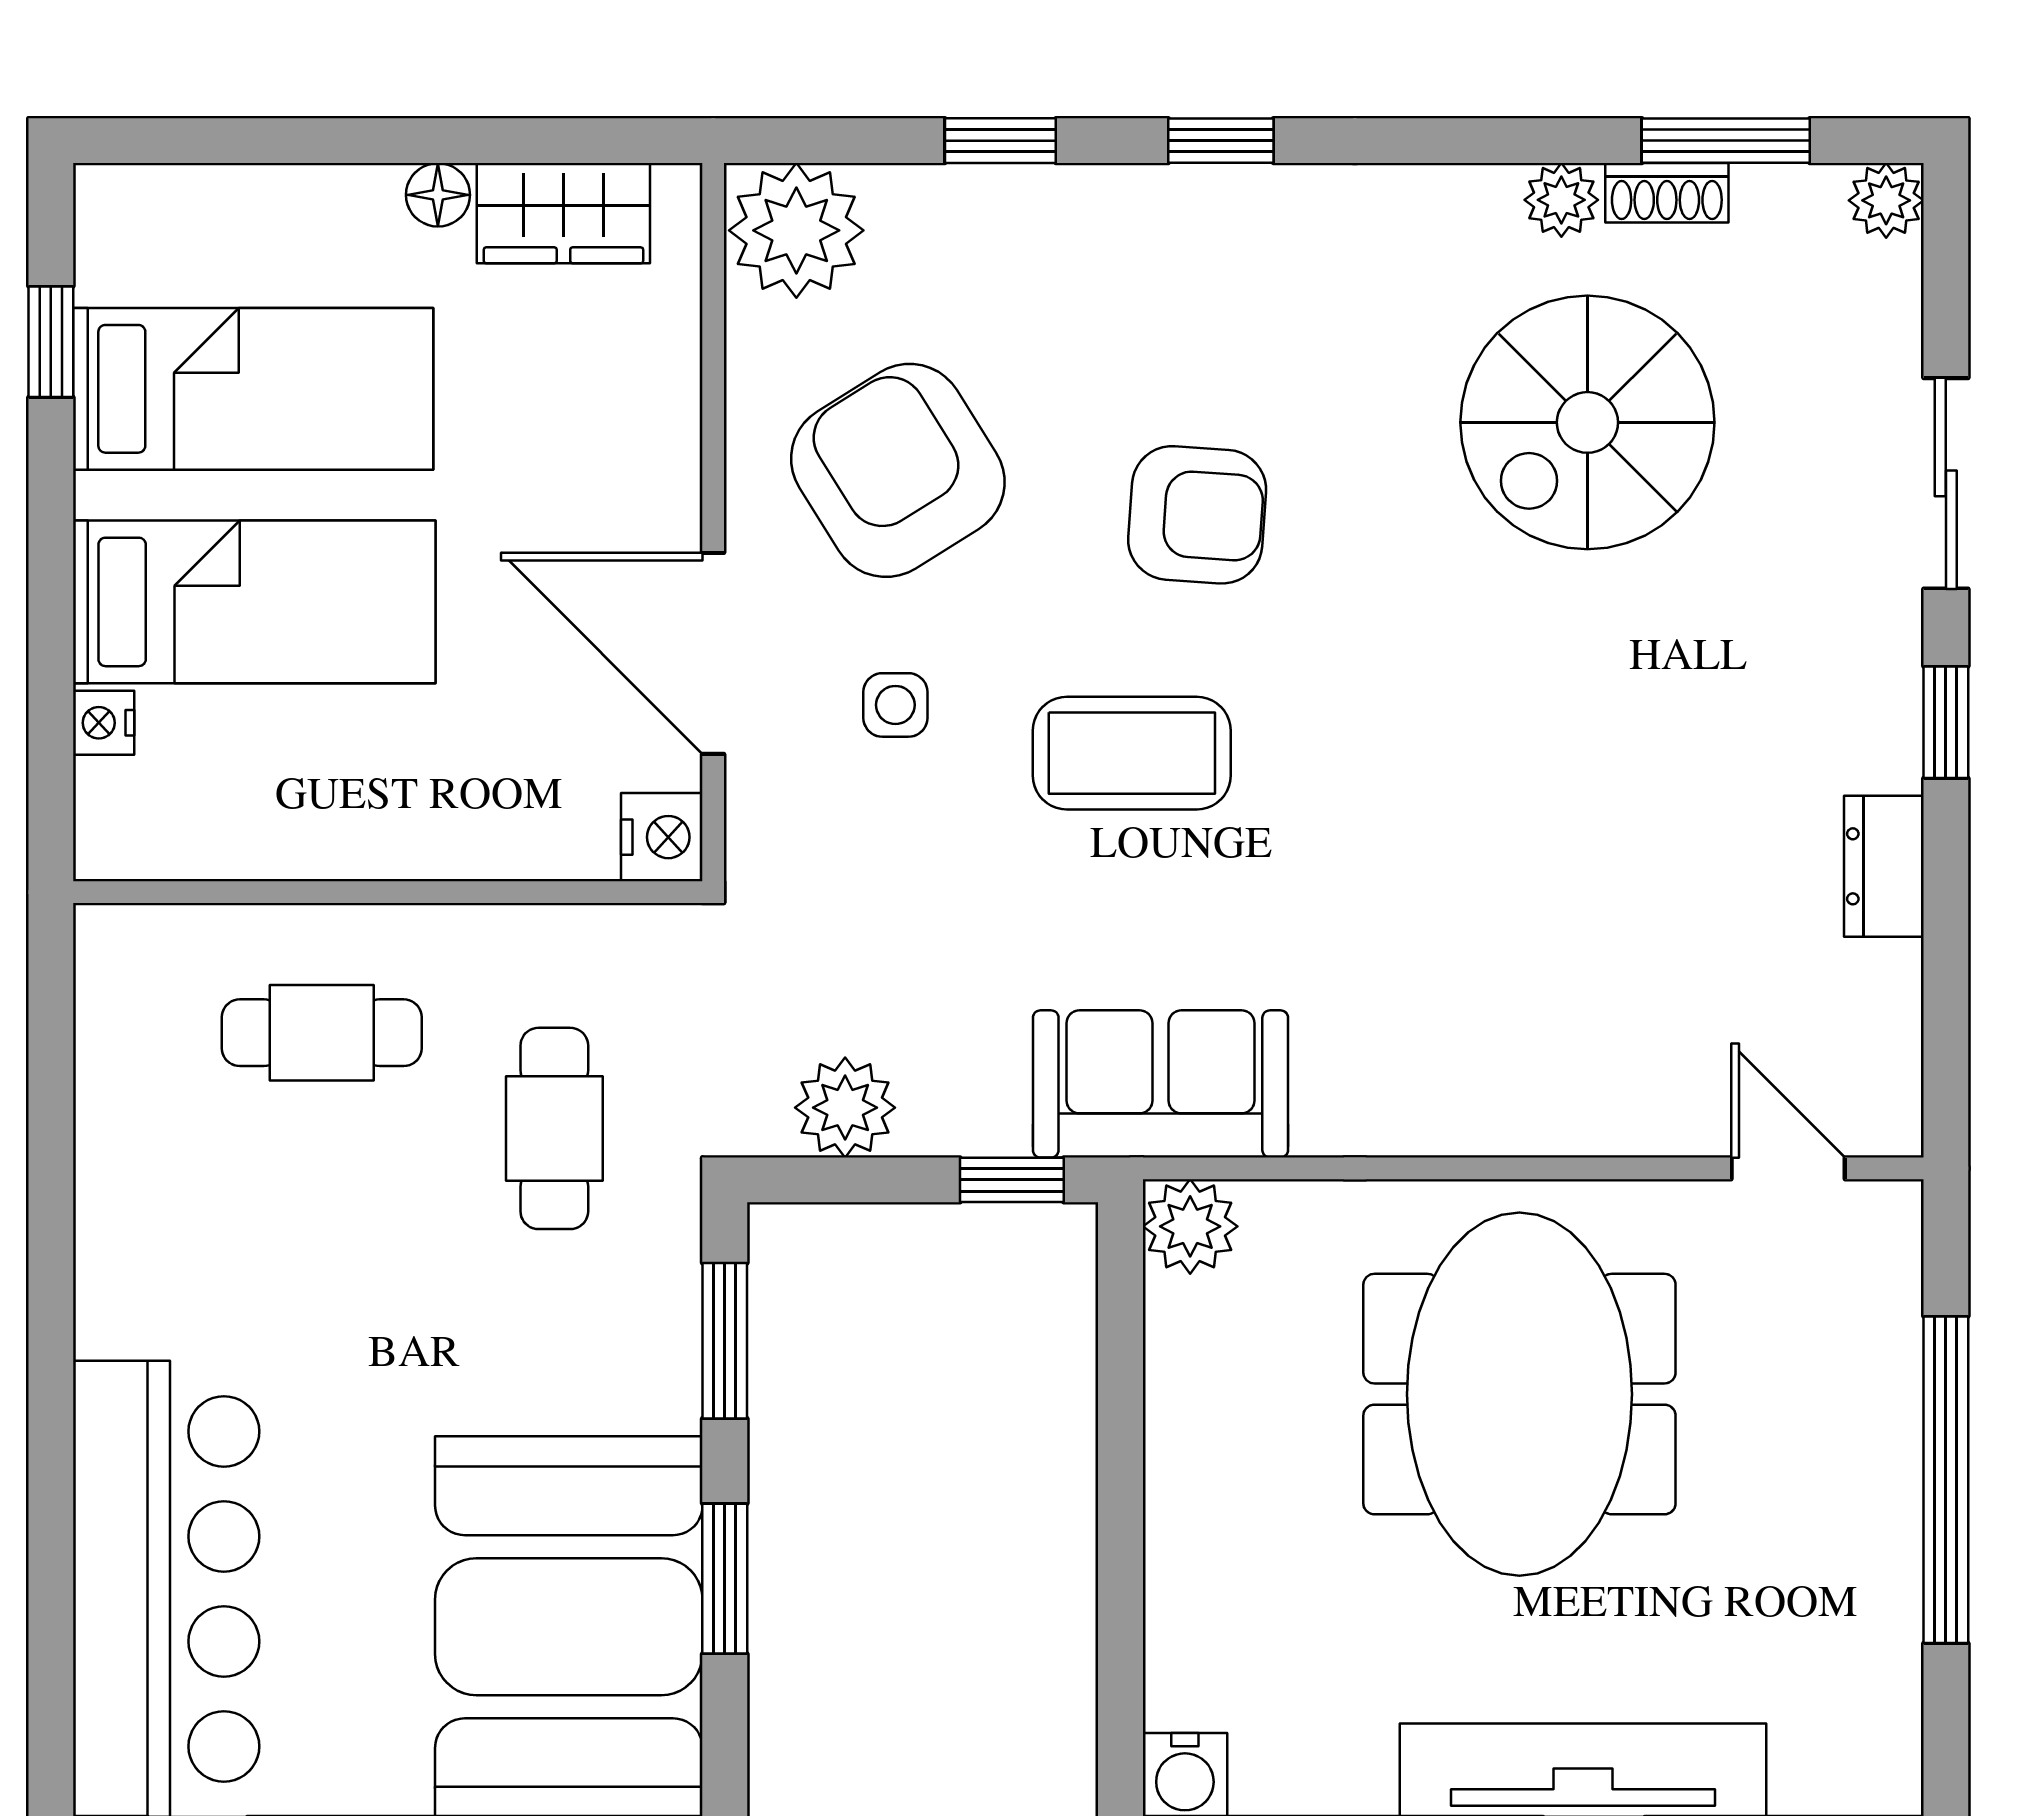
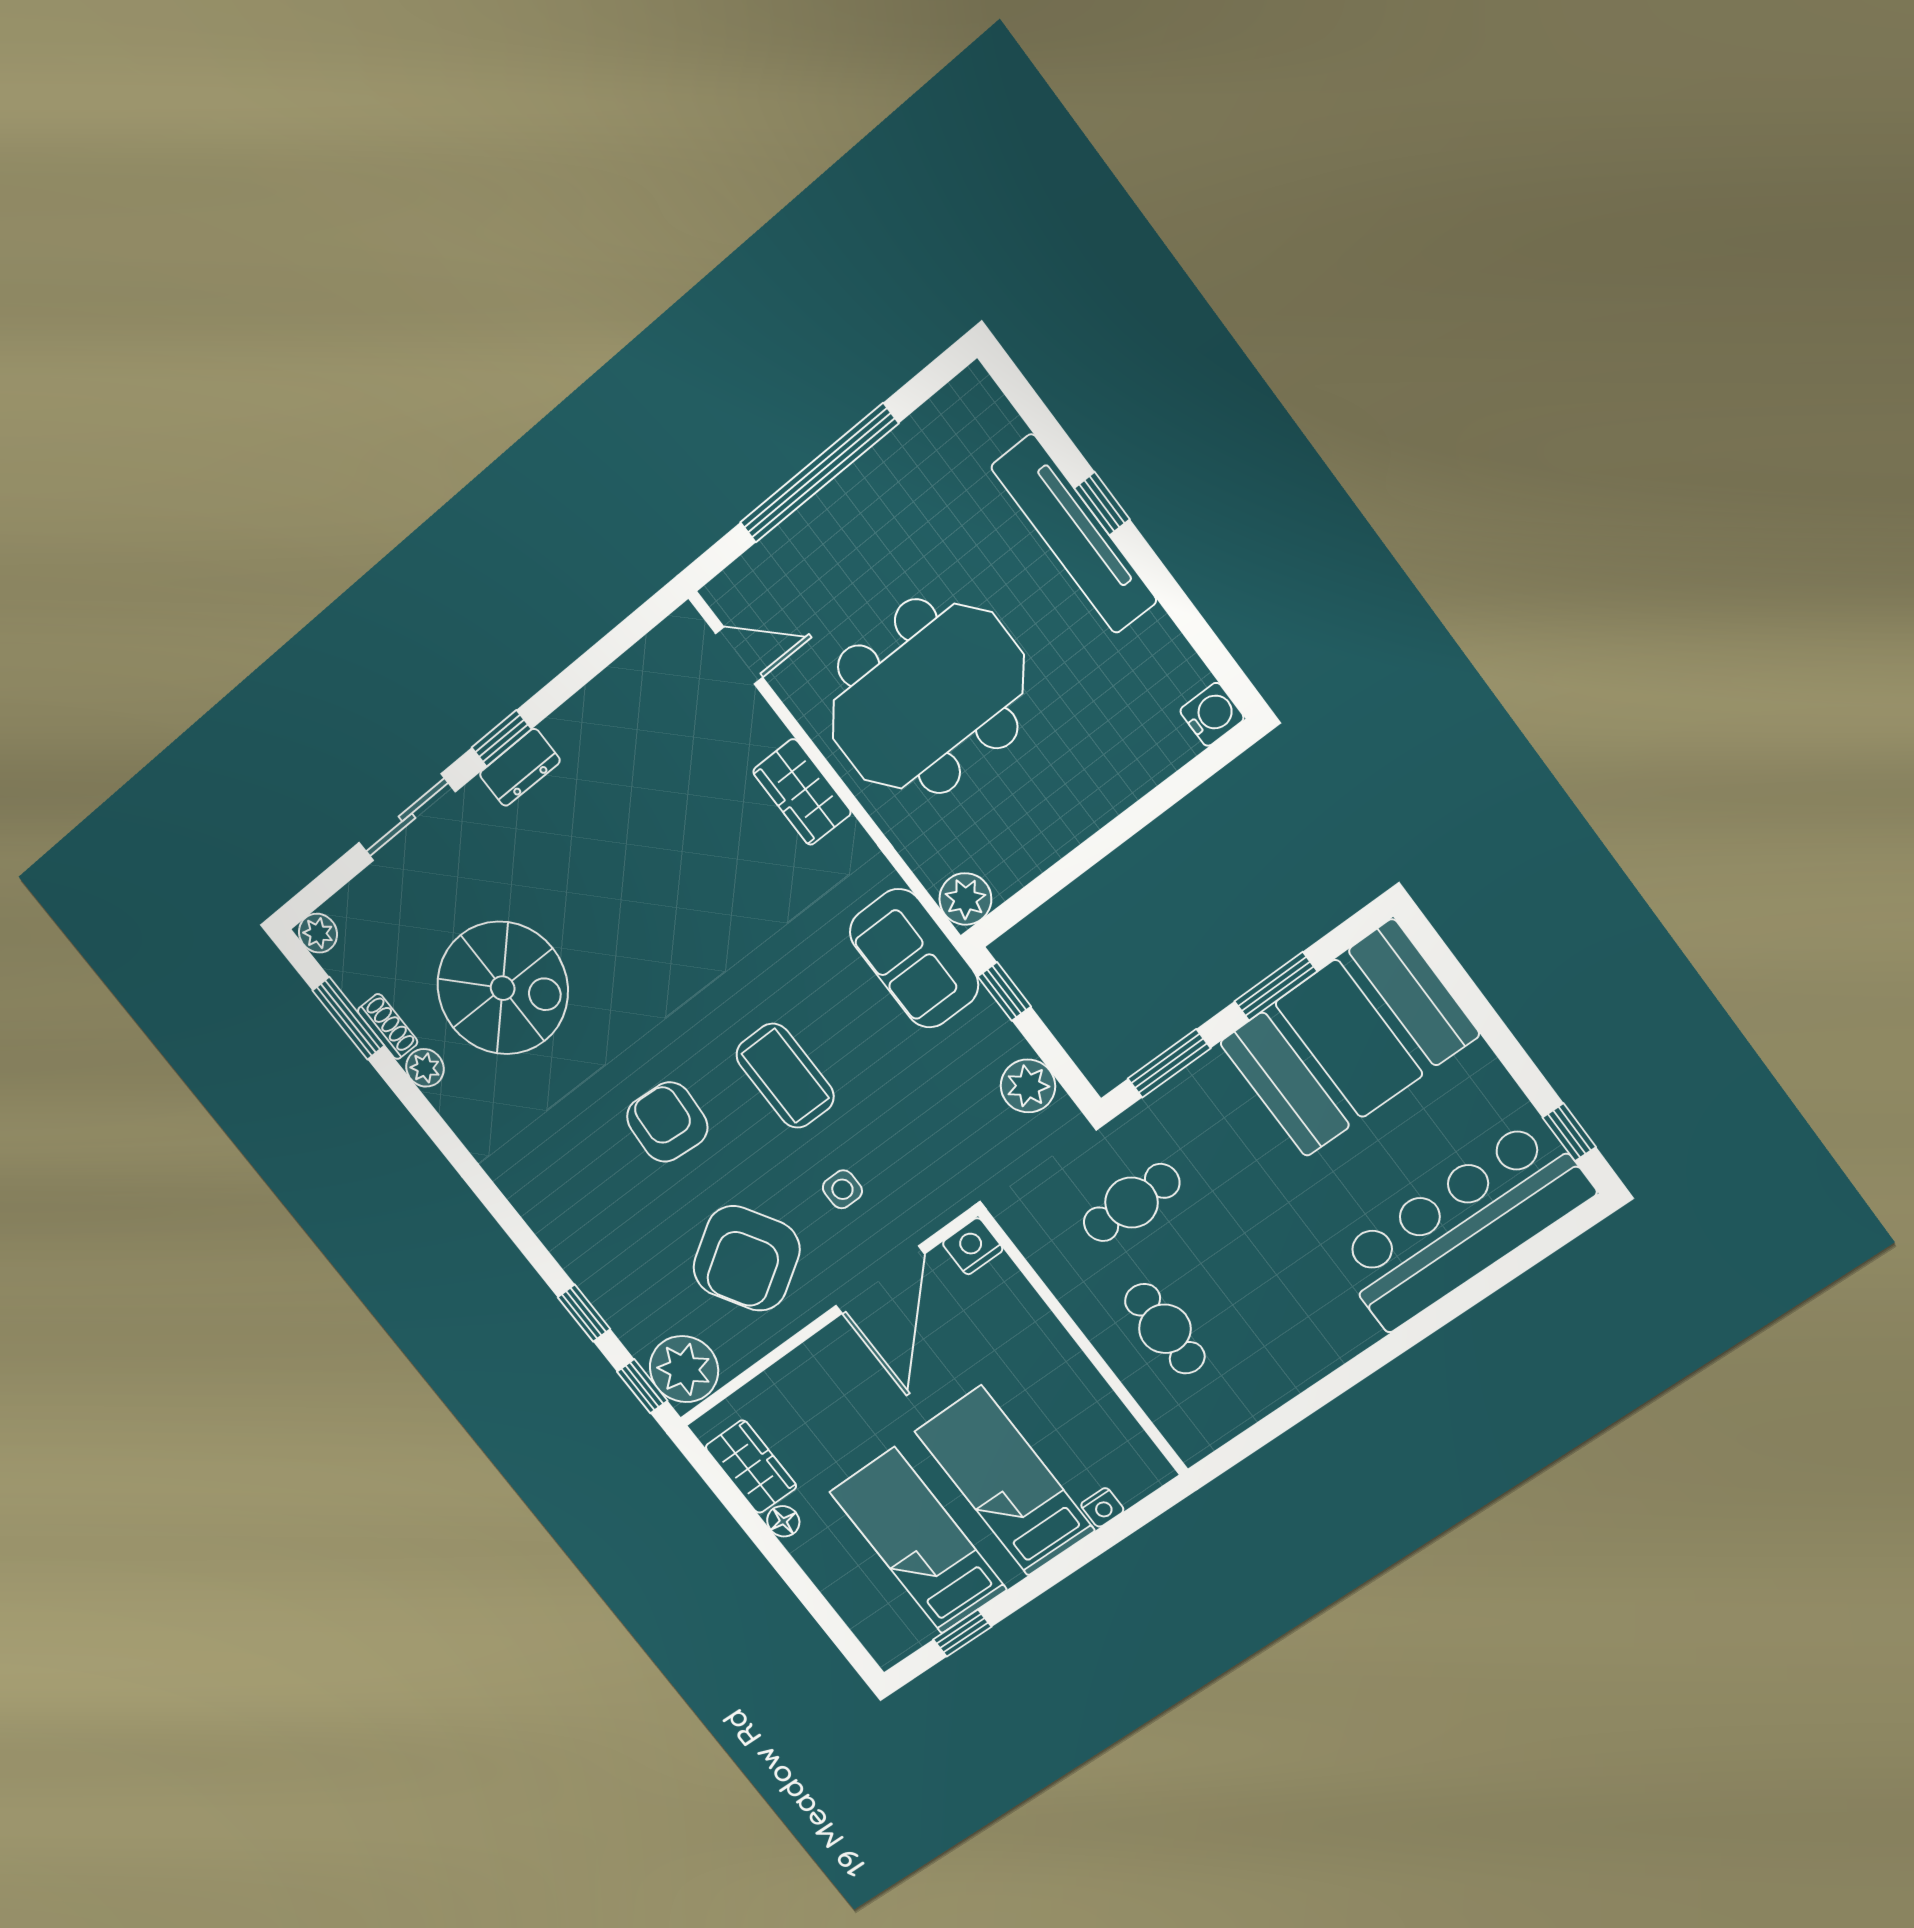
window: (1221, 141) -> (642, 1386), moved
dresser: (1884, 866) -> (520, 767), moved
wardrobe: (1526, 1107) -> (802, 792), added
door: (1788, 1168) -> (739, 655), swing flipped

